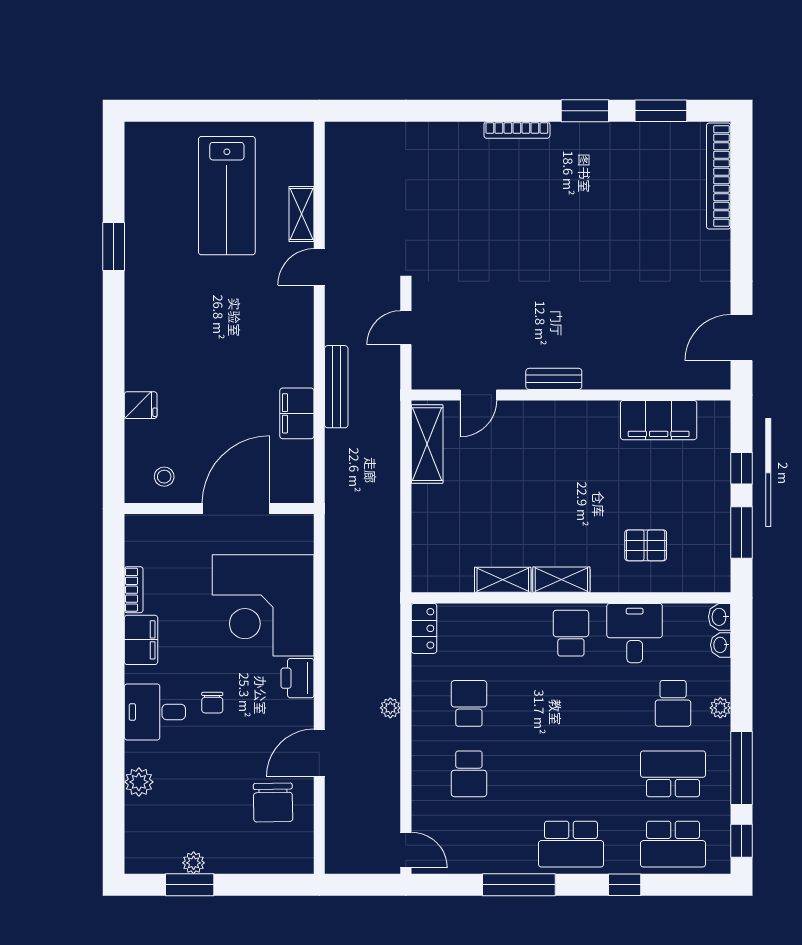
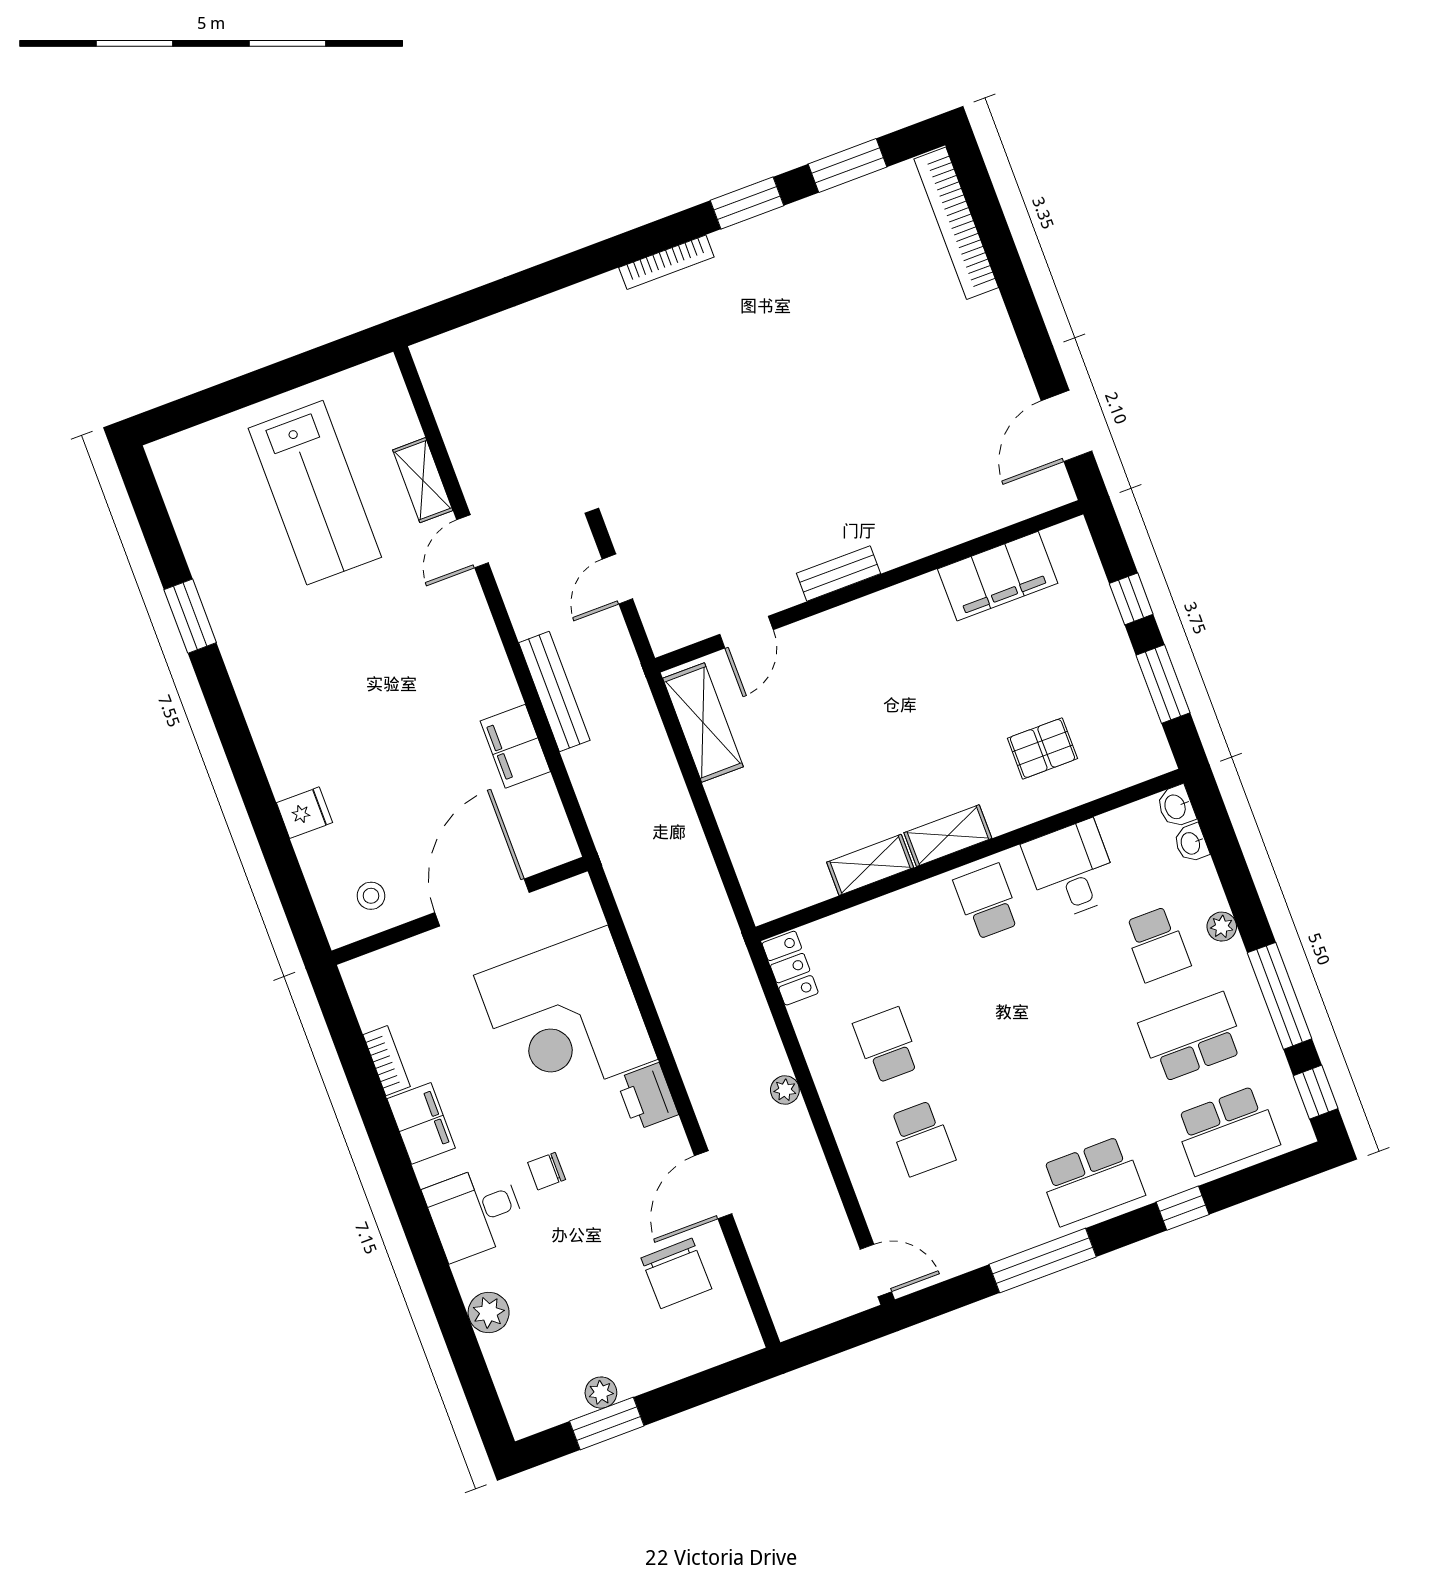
chair: (212, 703) -> (547, 1171), turned 90

